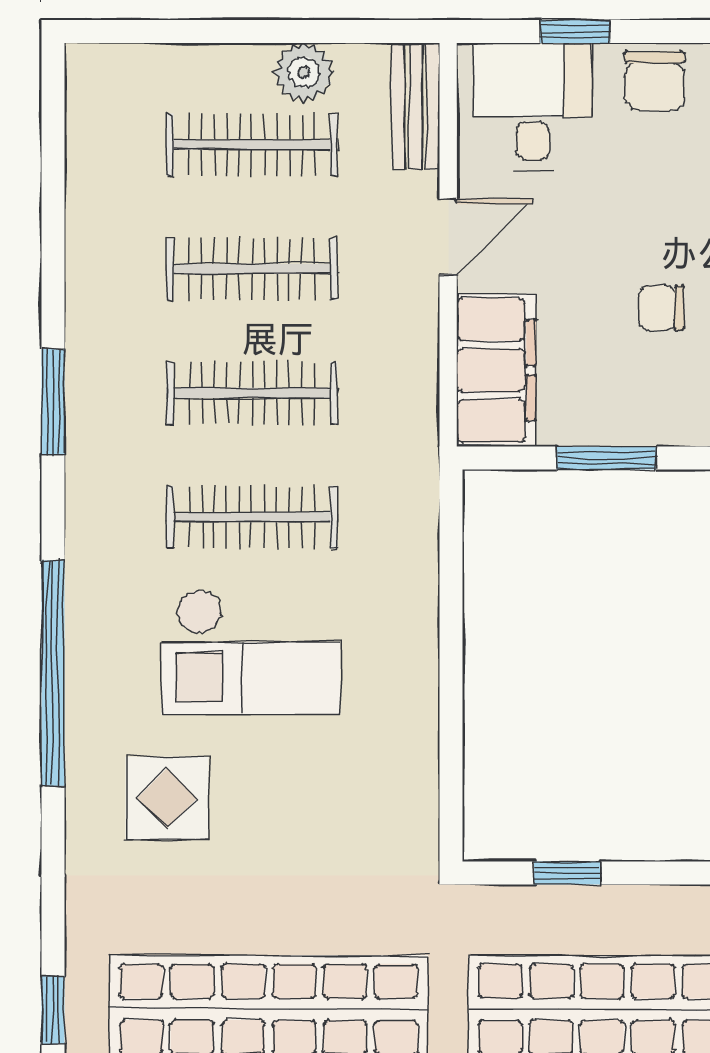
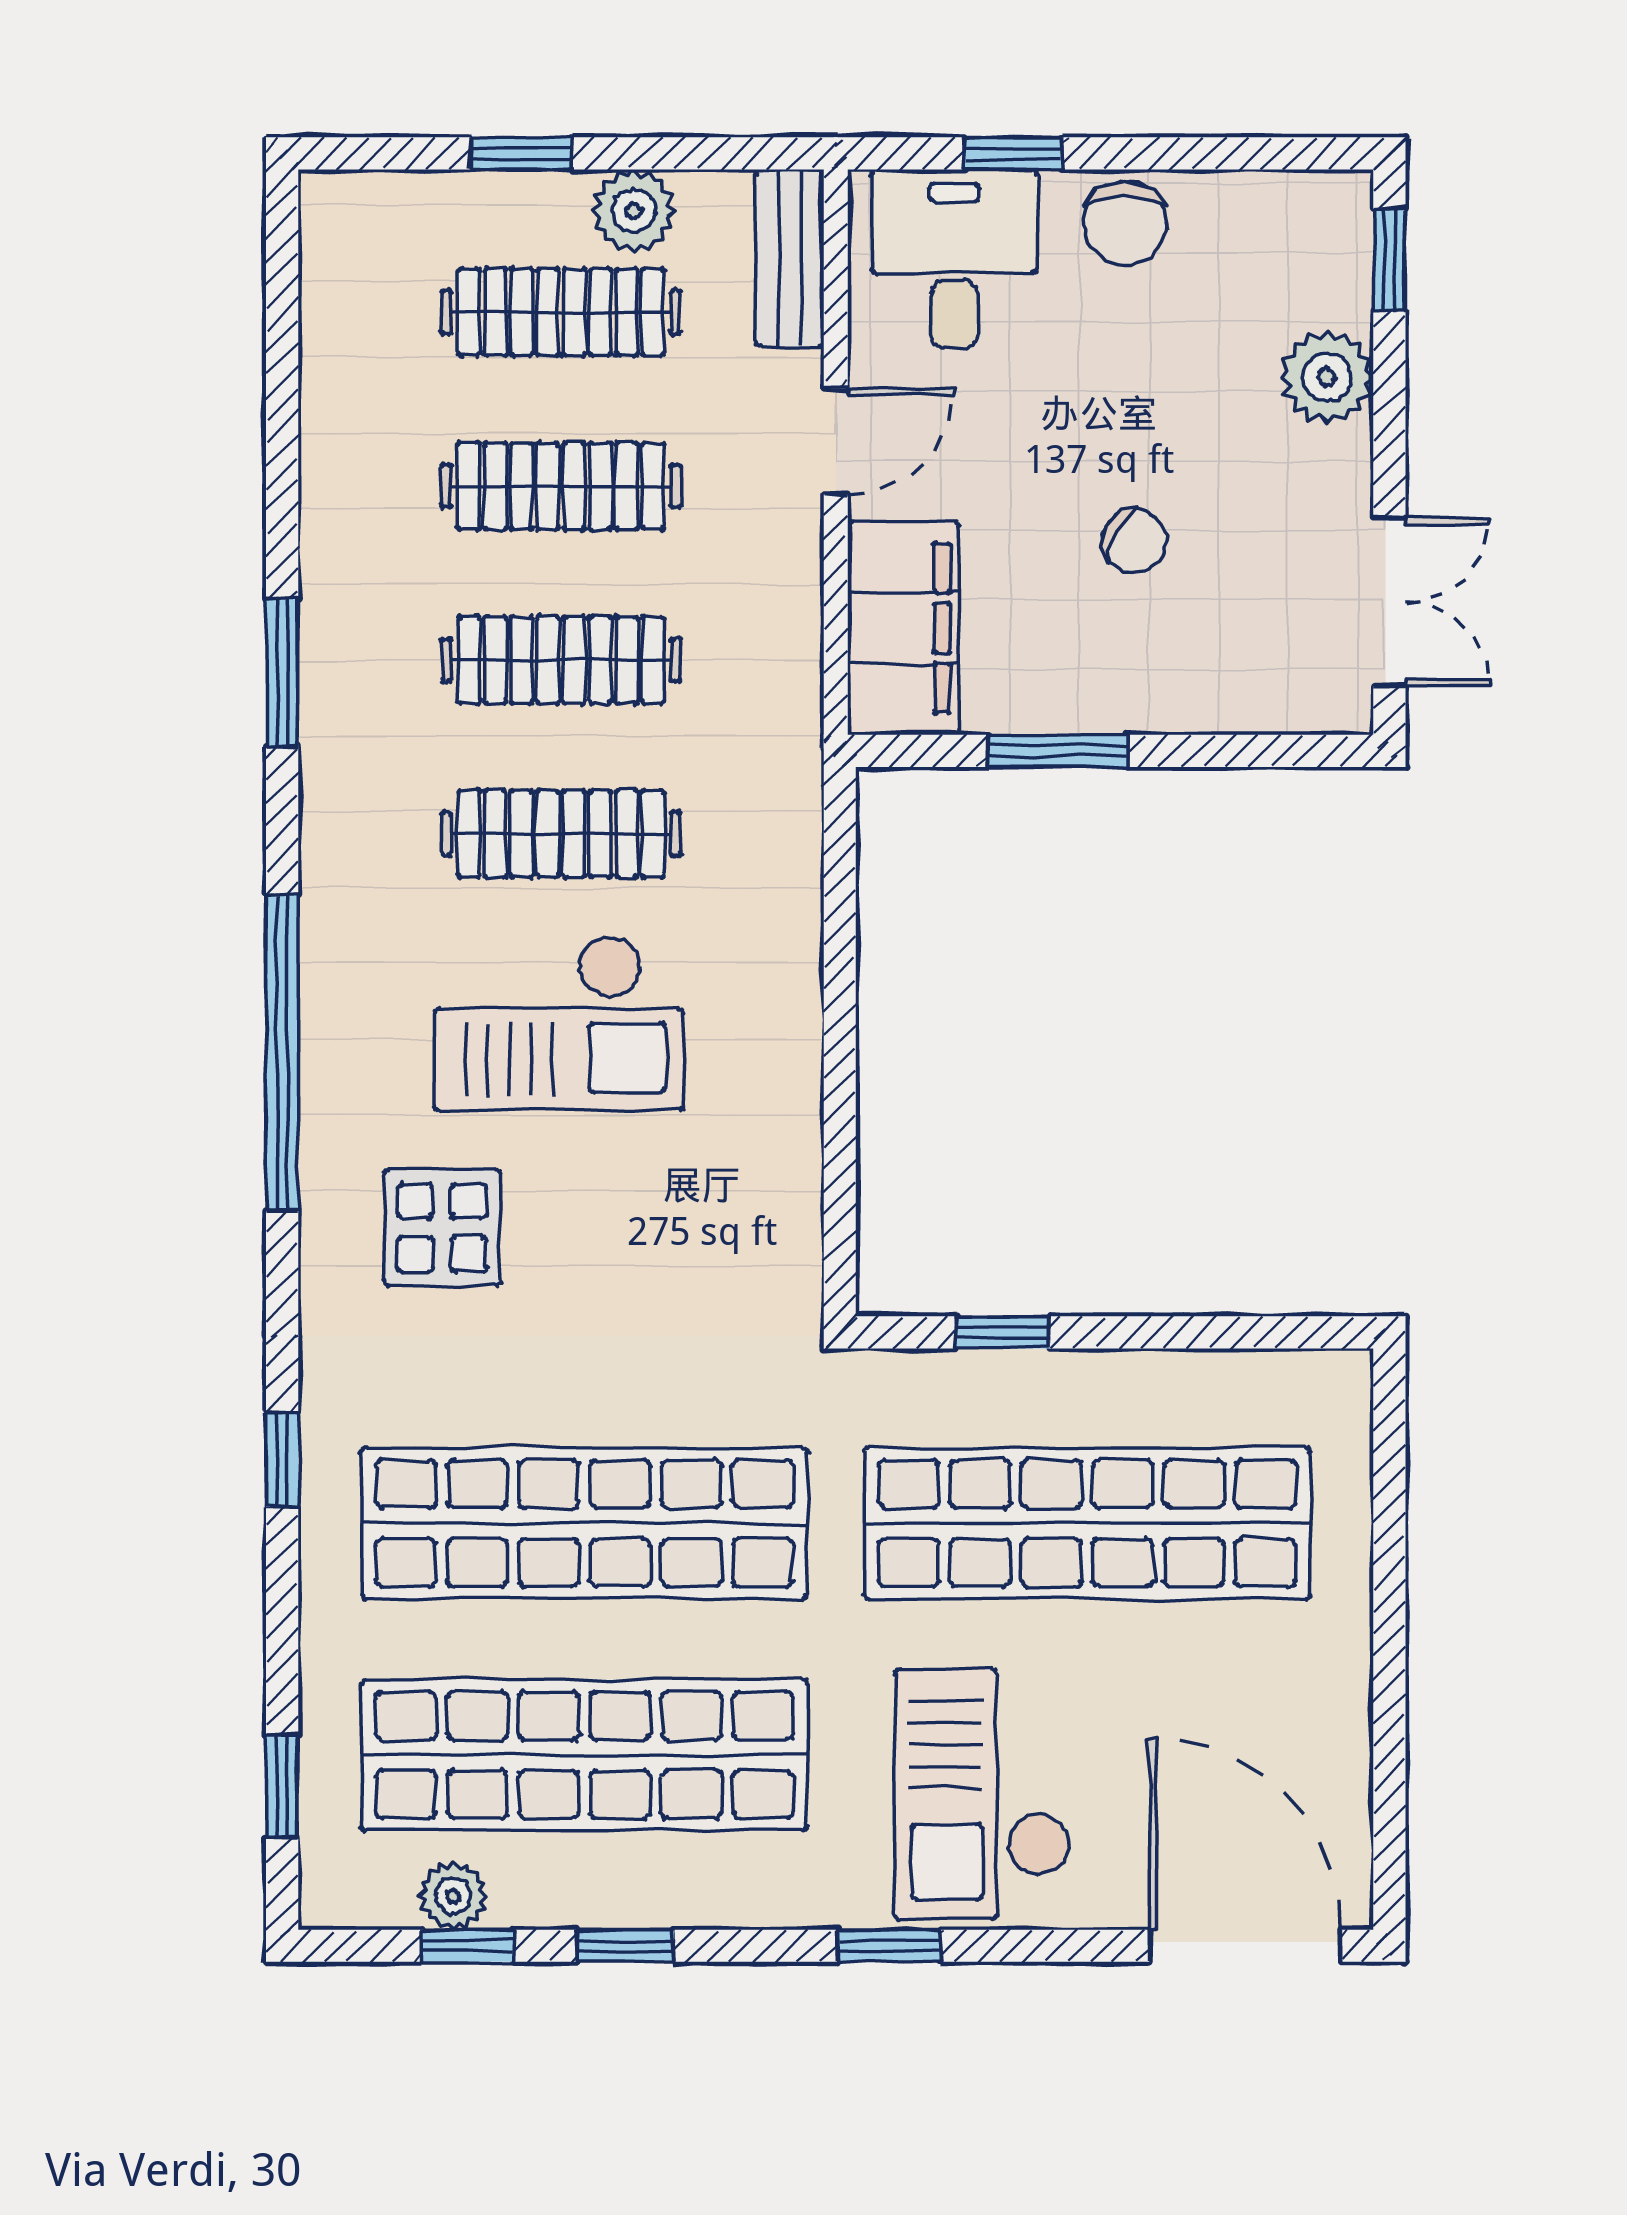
window: (224, 31) -> (521, 153), added
chair: (661, 308) -> (1134, 541), turned -151
window: (53, 1010) -> (282, 1460), moved

